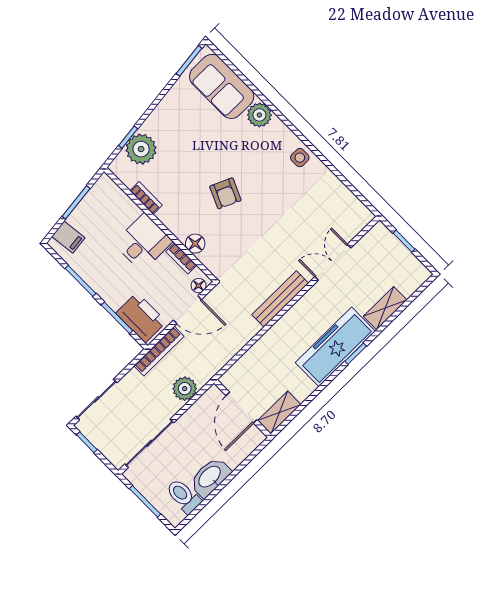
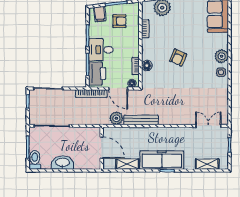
plant: (259, 115) -> (222, 56), moved
armchair: (103, 221) -> (119, 21), added
desk: (143, 242) -> (101, 50), moved, turned 180
double door: (333, 262) -> (208, 126), moved
bench: (280, 299) -> (141, 120), moved
shelving: (385, 308) -> (207, 164), moved
plant: (185, 389) -> (116, 118), moved
door: (241, 408) -> (102, 148), swing flipped
shelving: (279, 413) -> (127, 164), moved
toilet: (184, 496) -> (35, 160), moved

